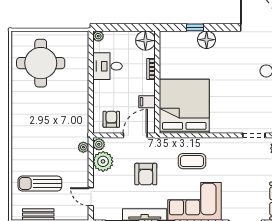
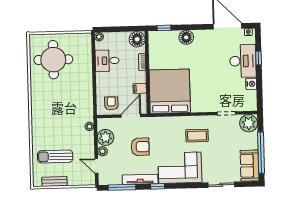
window: (195, 27) -> (164, 28), moved
plant: (99, 144) -> (102, 151), moved
coffee table: (192, 161) -> (197, 136), moved
armchair: (146, 174) -> (140, 147), turned -90

